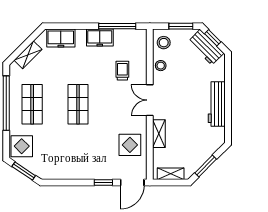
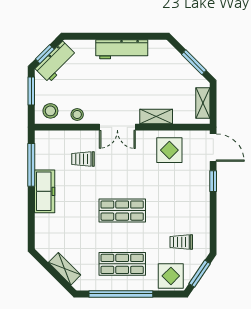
freezer: (61, 38) -> (45, 231), removed
freezer: (100, 38) -> (45, 191), width x1.40
trolley: (51, 155) -> (181, 242), added

